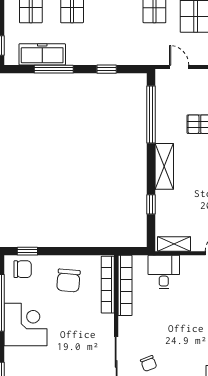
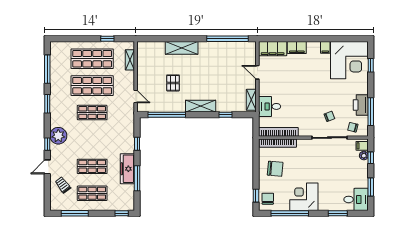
freezer: (42, 54) -> (127, 169), moved
door: (179, 67) -> (136, 96), swing flipped

